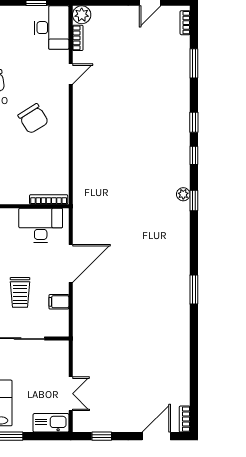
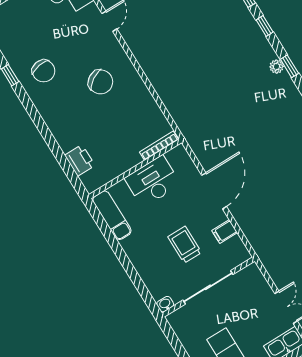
desk: (41, 225) -> (153, 181), moved
trolley: (20, 292) -> (185, 245), turned 180

